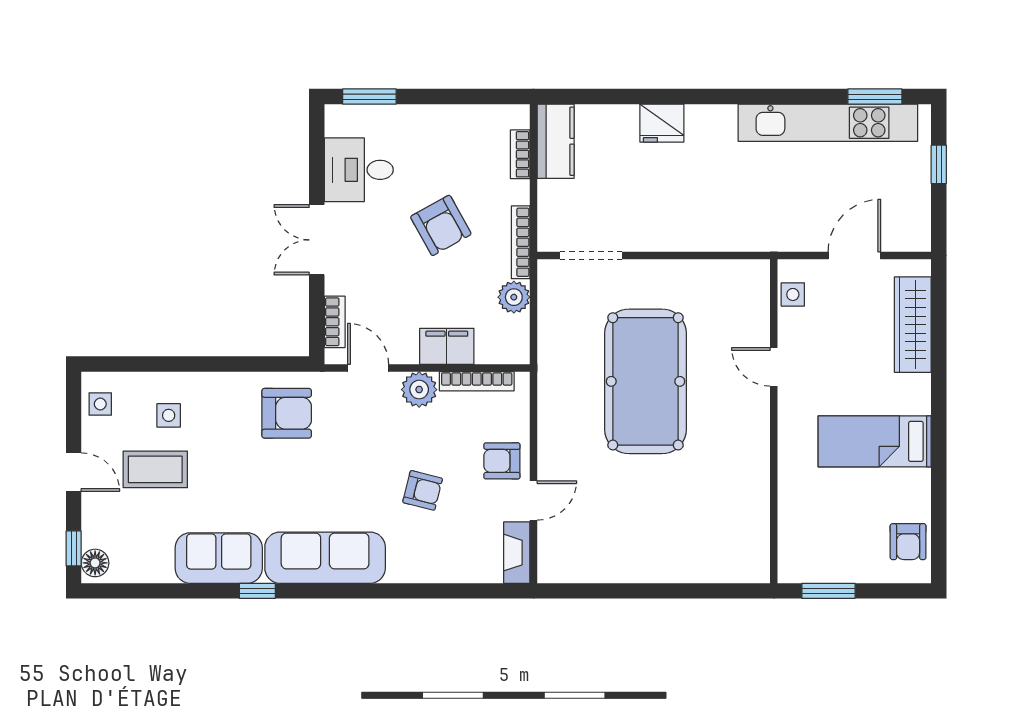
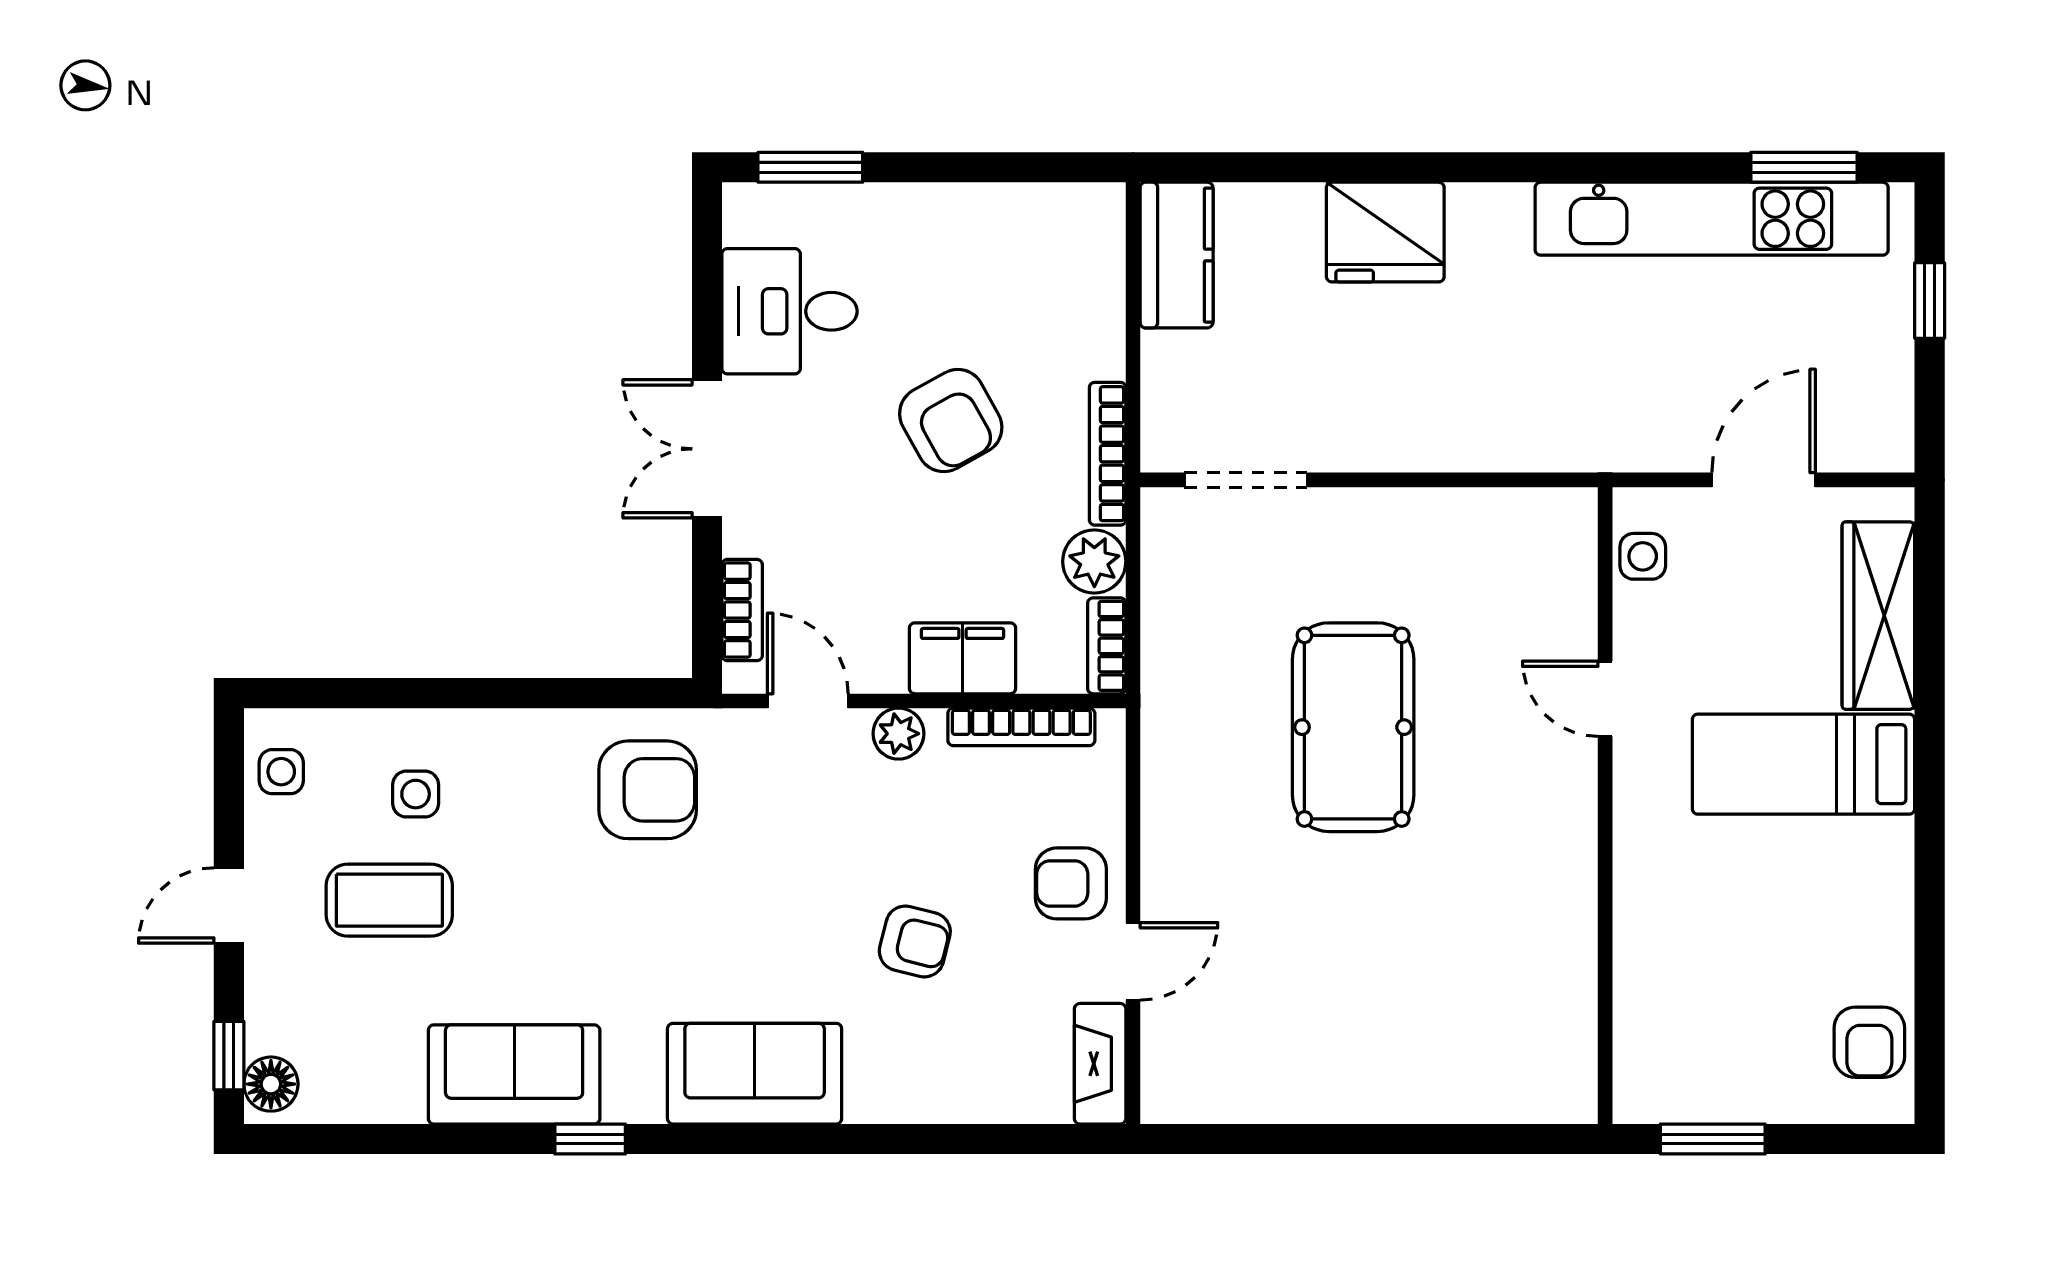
fridge: (662, 123) -> (1385, 232), width x1.36, depth x1.34
bookcase: (520, 154) -> (1107, 646), moved
pool table: (645, 381) -> (1353, 727), width x0.73, depth x0.76
plant: (419, 390) -> (898, 734), width x0.73, depth x0.73
bed: (875, 441) -> (1804, 764), moved
door: (74, 472) -> (229, 905), swing flipped
sofa: (325, 558) -> (755, 1074), width x0.73

